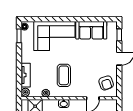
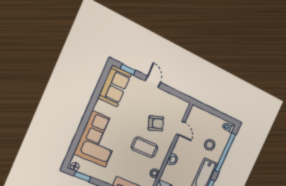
sofa: (91, 30) -> (115, 86), moved
armchair: (106, 83) -> (156, 123), moved

